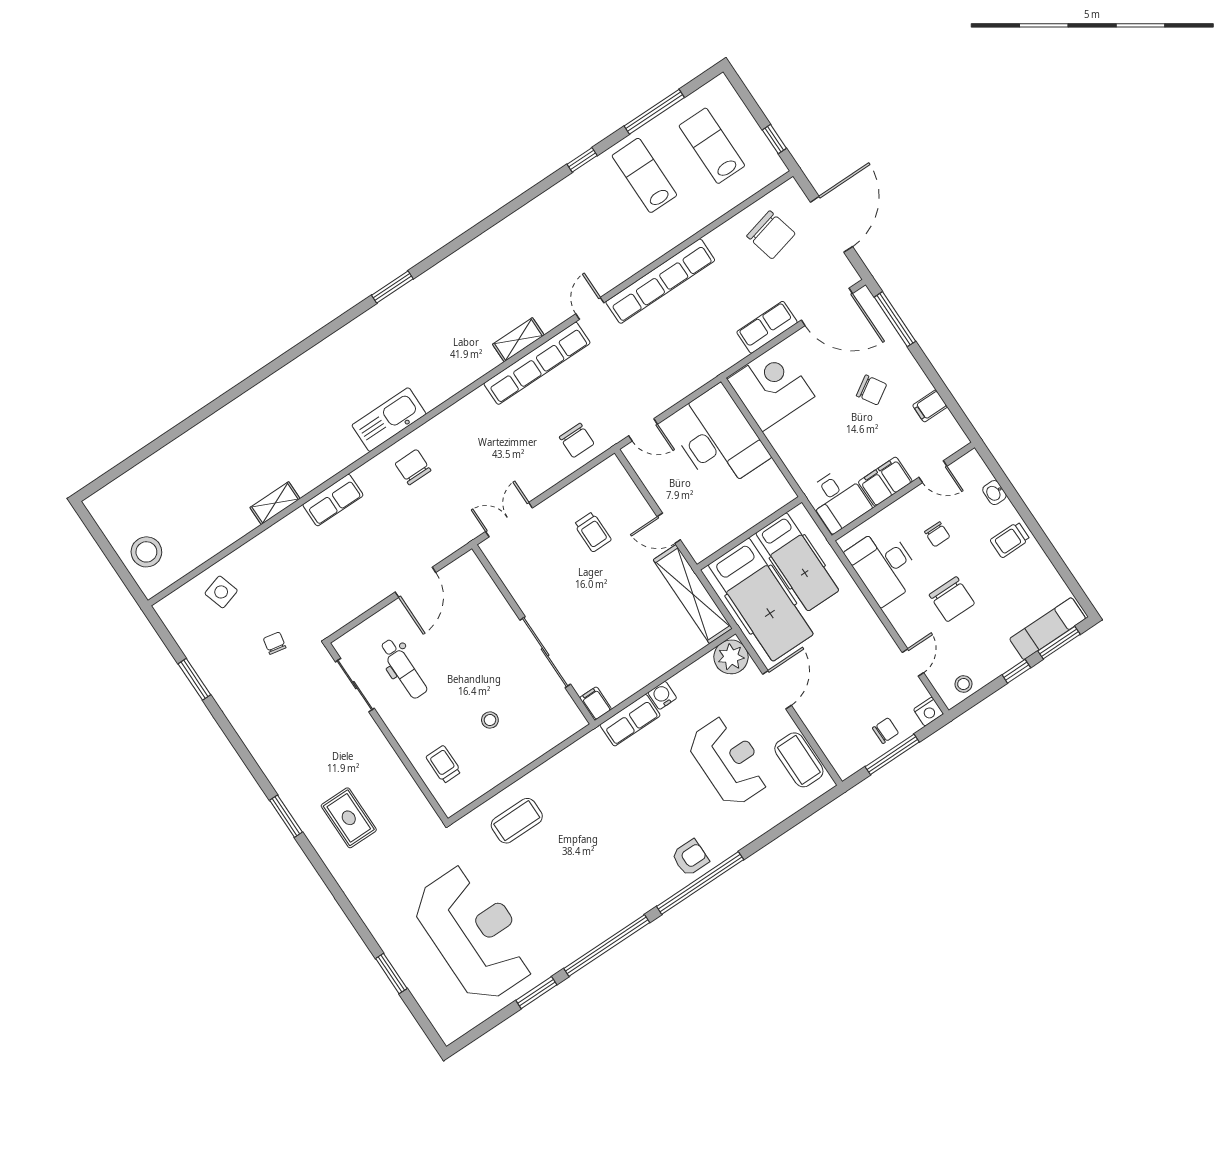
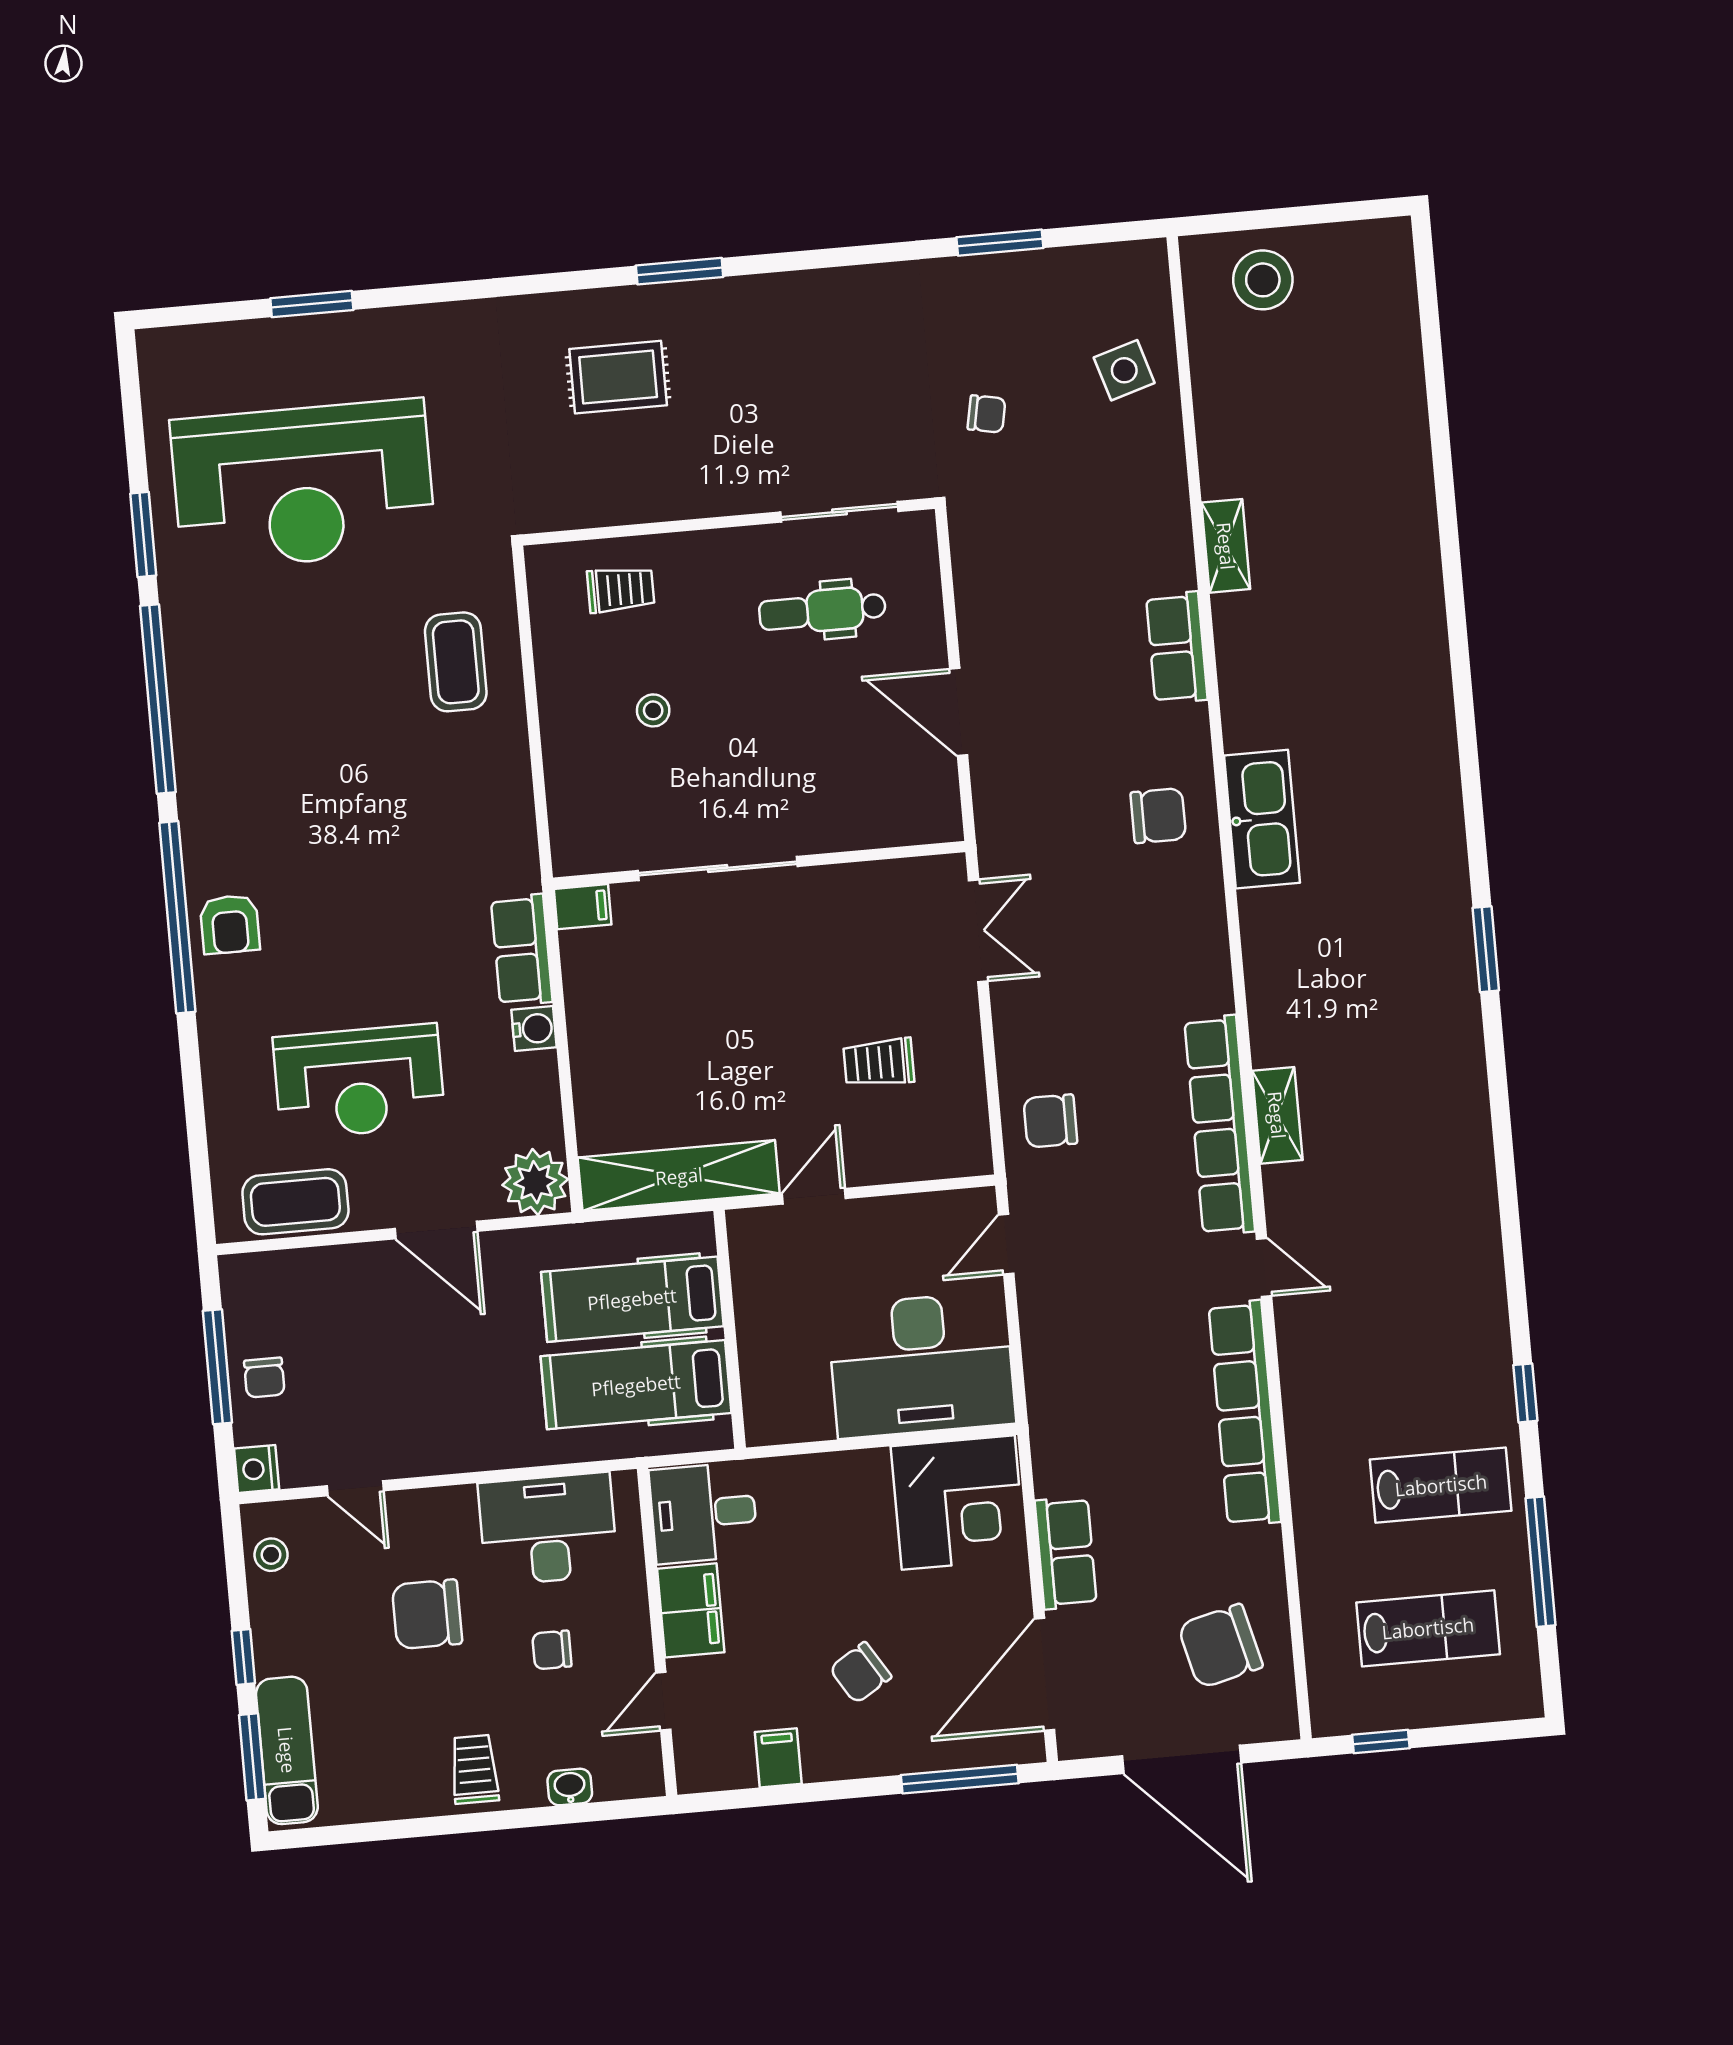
hospital bed: (761, 600) -> (632, 1299), width x0.73, depth x0.78

